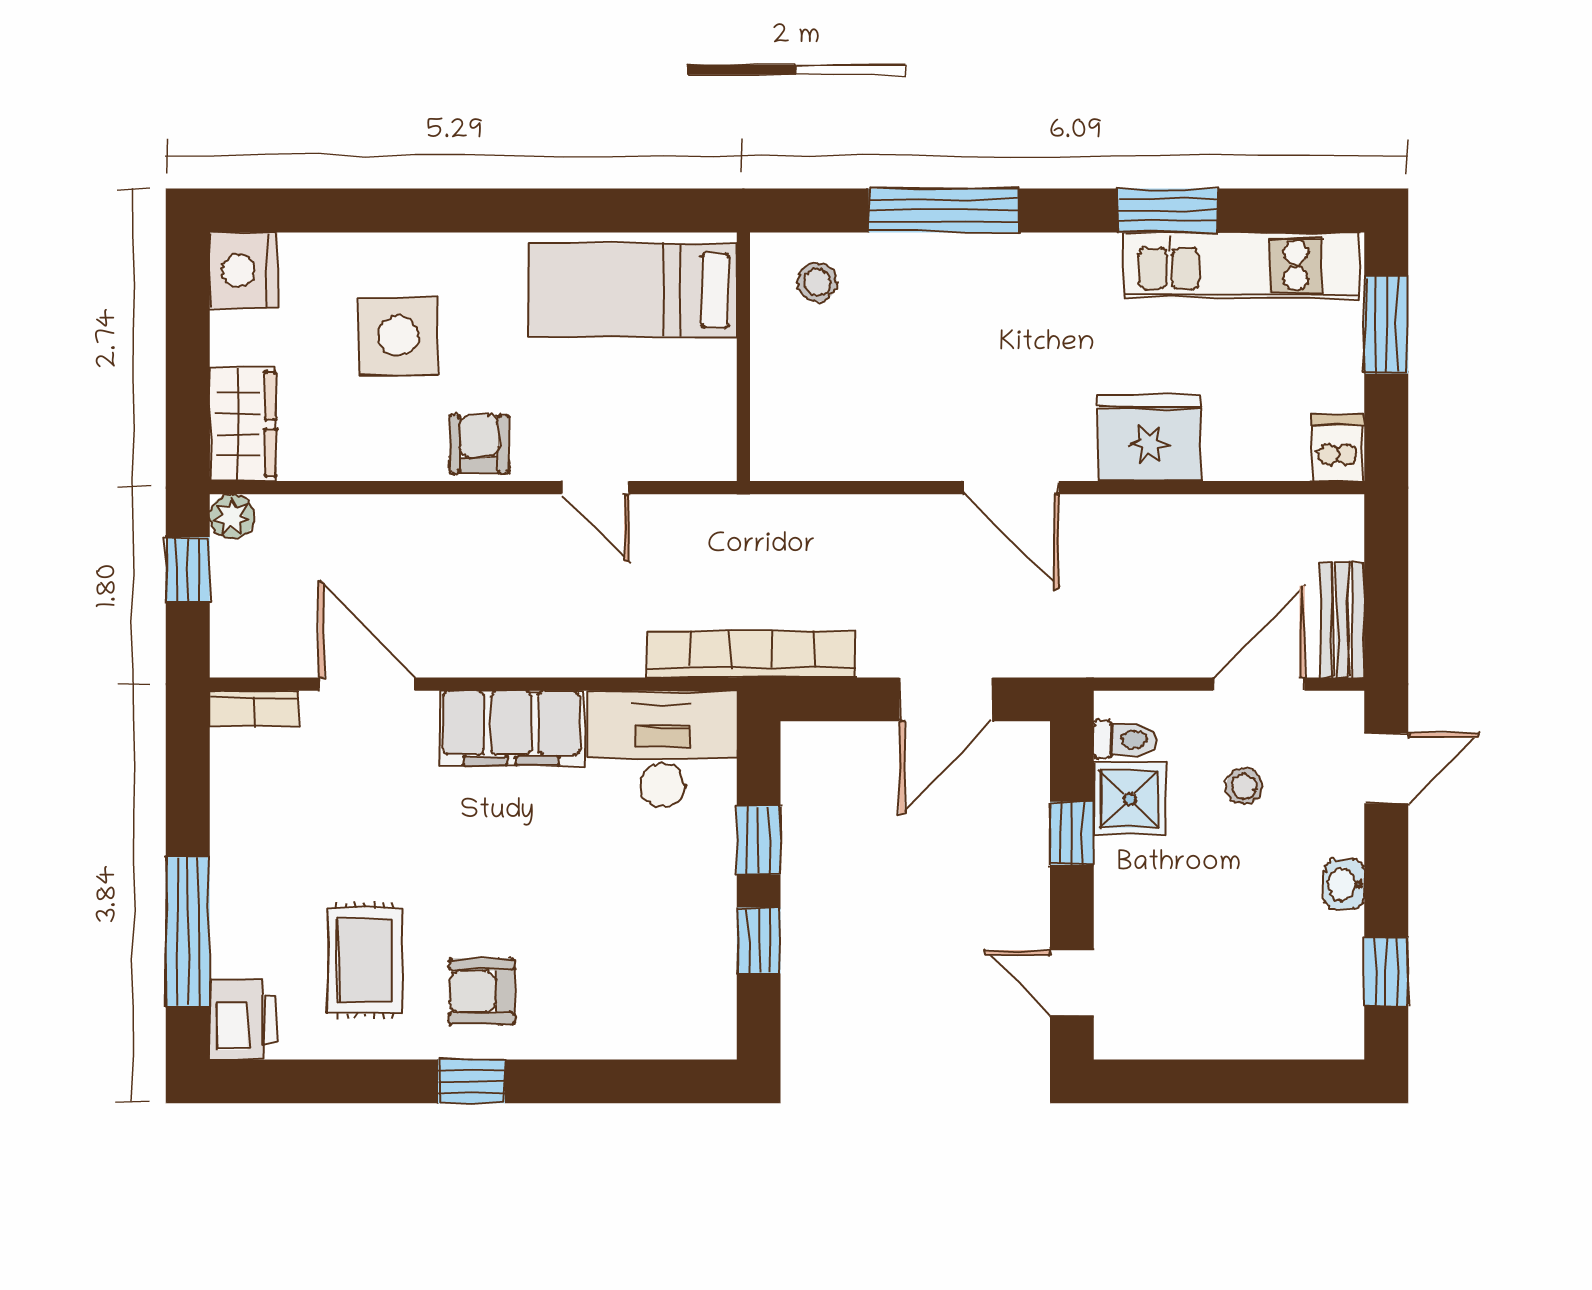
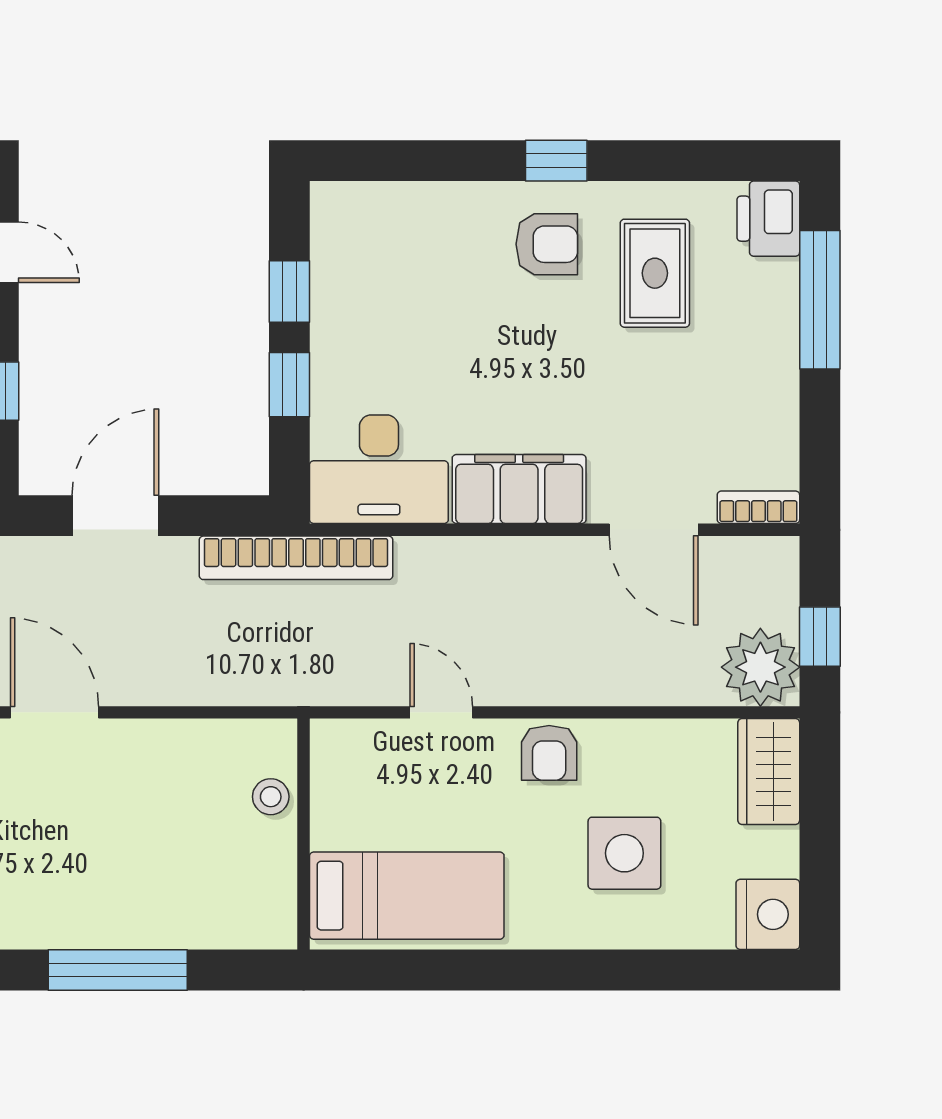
stool: (817, 282) -> (271, 797), moved
plant: (232, 517) -> (760, 667), width x1.88, depth x1.88

